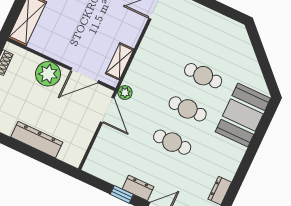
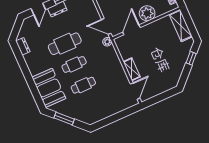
shelving: (120, 61) -> (132, 69), moved
window: (264, 64) -> (64, 119), added
cafe table: (172, 142) -> (65, 44), width x1.37, depth x1.35

